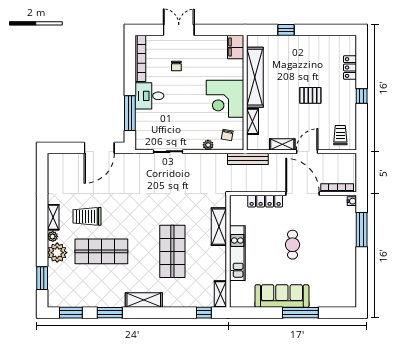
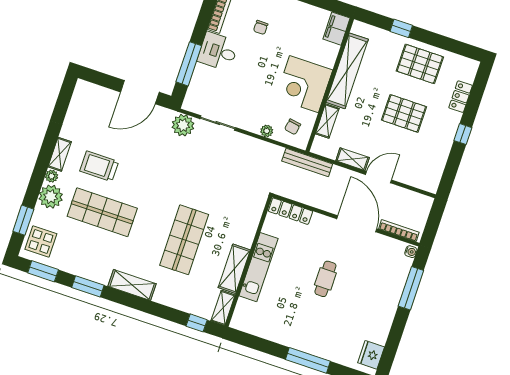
pallet: (310, 53) -> (420, 64), added
pallet: (310, 95) -> (404, 113), width x1.50, depth x1.42
trolley: (340, 135) -> (423, 171), removed
plant: (141, 162) -> (183, 125), added
locker: (265, 201) -> (290, 211), moved
shelving: (219, 227) -> (234, 269), moved
display table: (61, 290) -> (41, 241), added
fridge: (348, 292) -> (371, 355), added
sofa: (282, 296) -> (293, 334), removed

